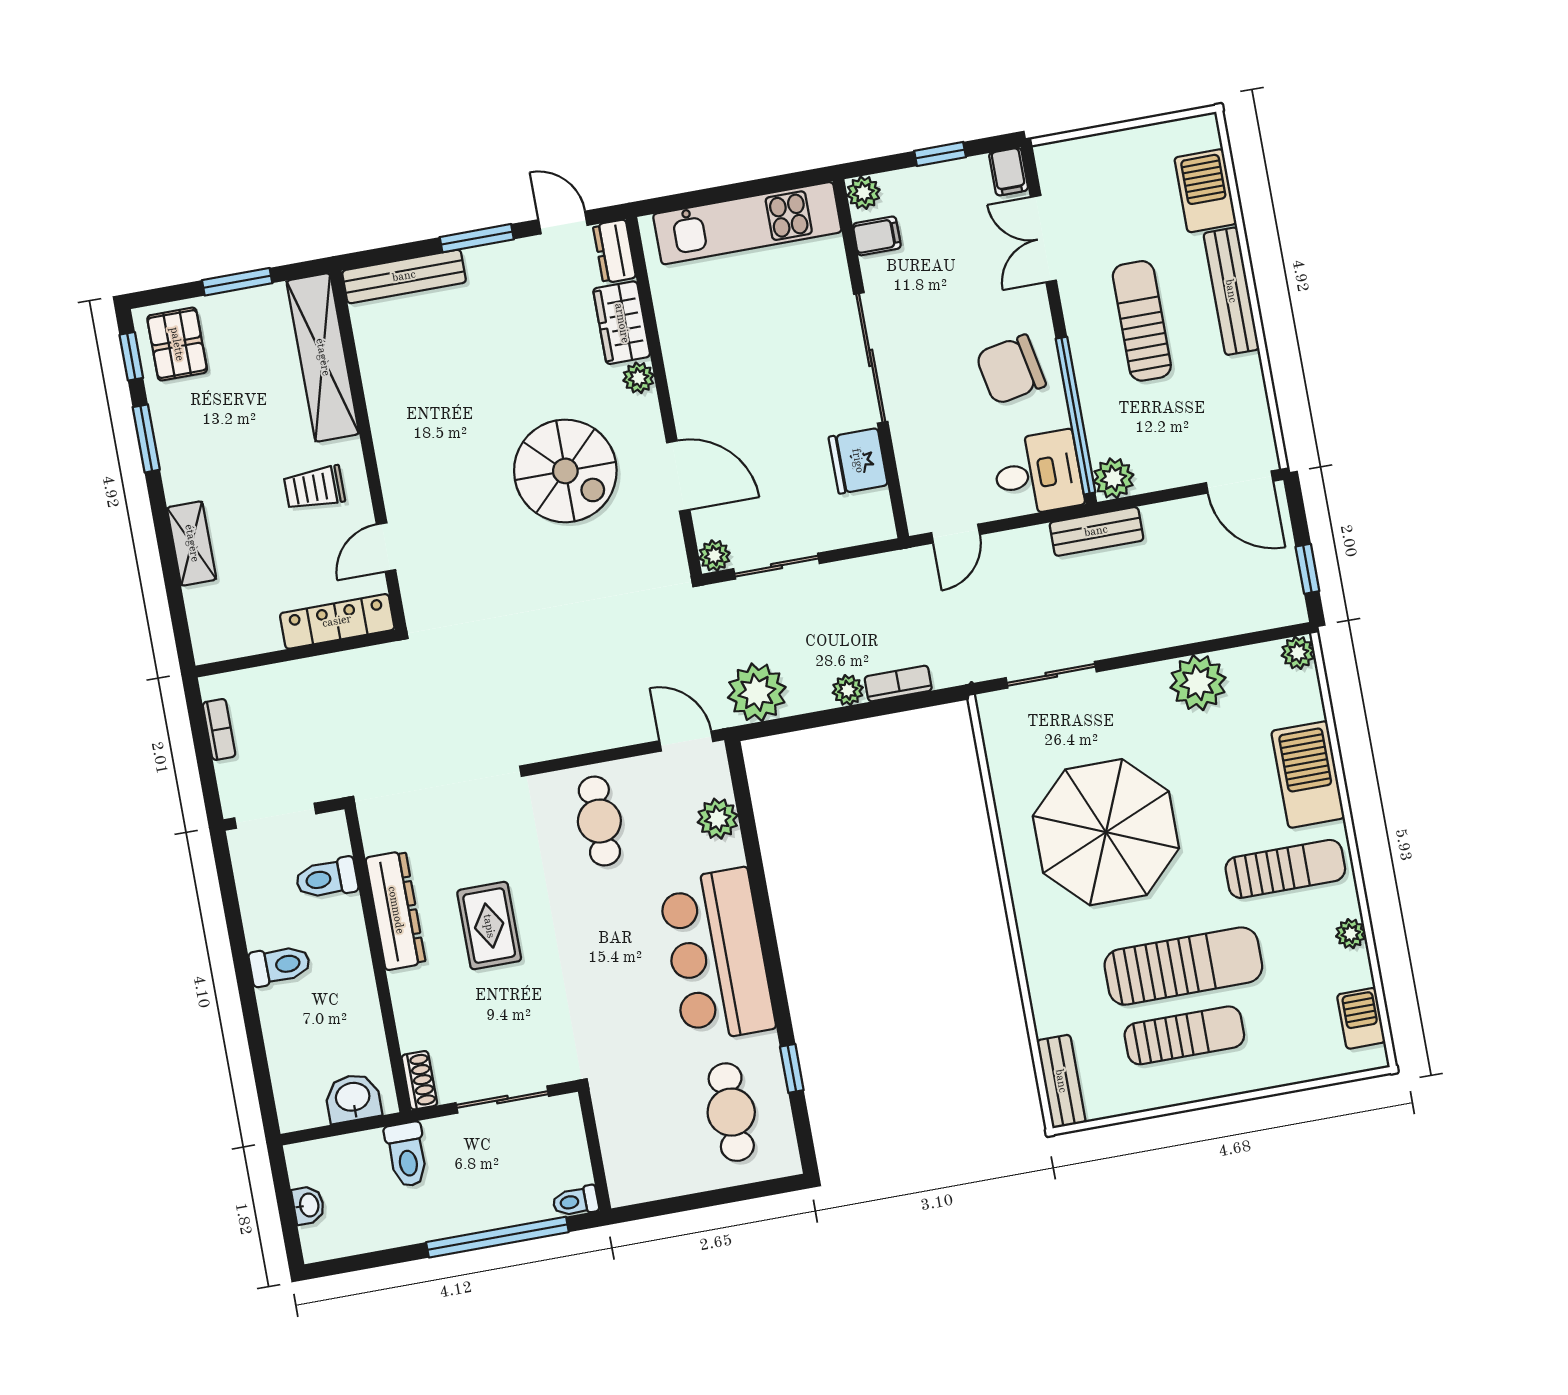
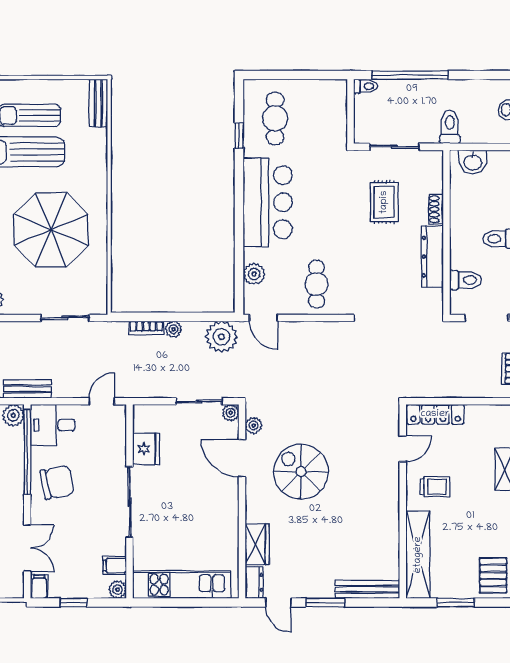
plant: (639, 378) -> (254, 425), moved
rug: (489, 926) -> (384, 202), moved
shoe rack: (419, 1080) -> (436, 209), moved

